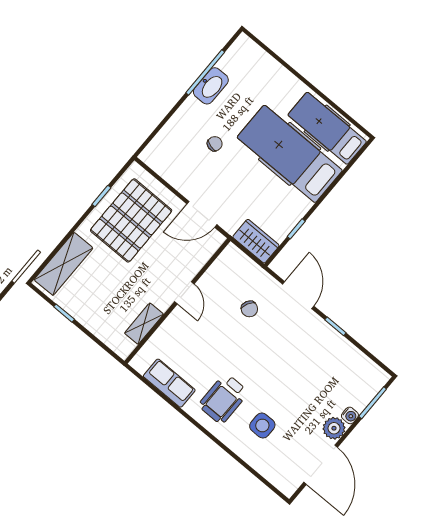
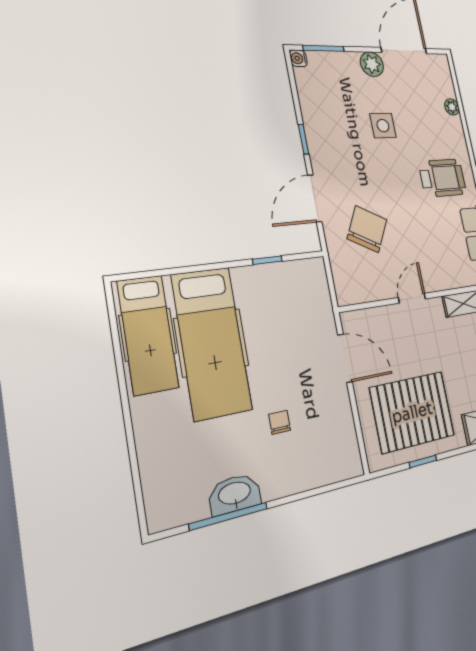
chair: (215, 144) -> (280, 422), turned 75
wardrobe: (256, 241) -> (315, 285), removed
chair: (249, 309) -> (367, 229), width x1.87, depth x1.87
water cooler: (350, 415) -> (298, 58), moved, turned -90
side table: (262, 425) -> (383, 126), moved
plant: (255, 461) -> (452, 107), added

